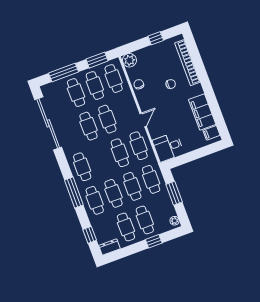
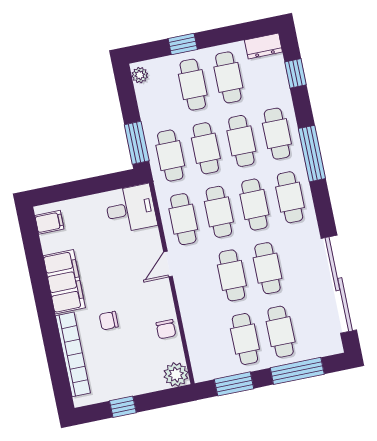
cafe table: (114, 79) -> (254, 205), moved
filing cabinet: (202, 112) -> (64, 282), moved
window: (174, 193) -> (137, 143), moved

